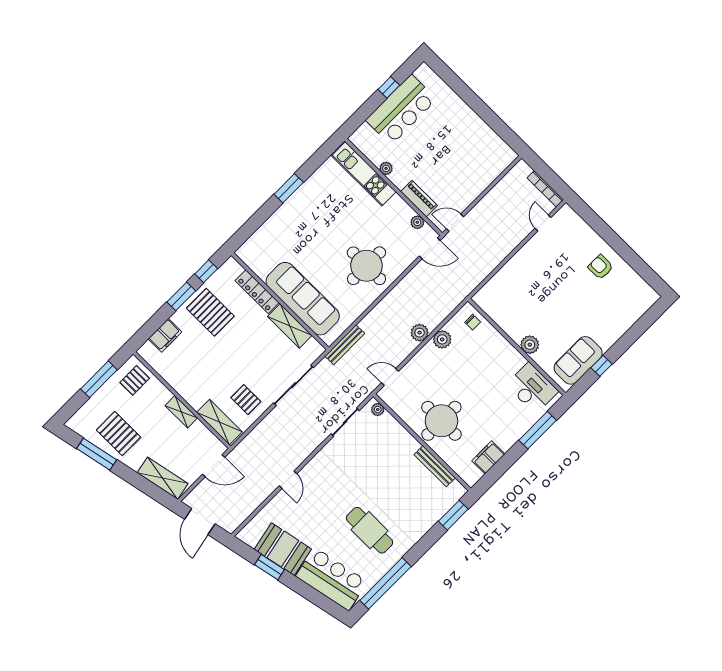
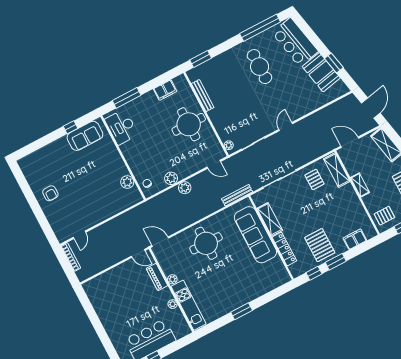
plant: (417, 222) -> (172, 279), moved
plant: (530, 345) -> (127, 182), moved
door: (288, 480) -> (286, 127), moved

